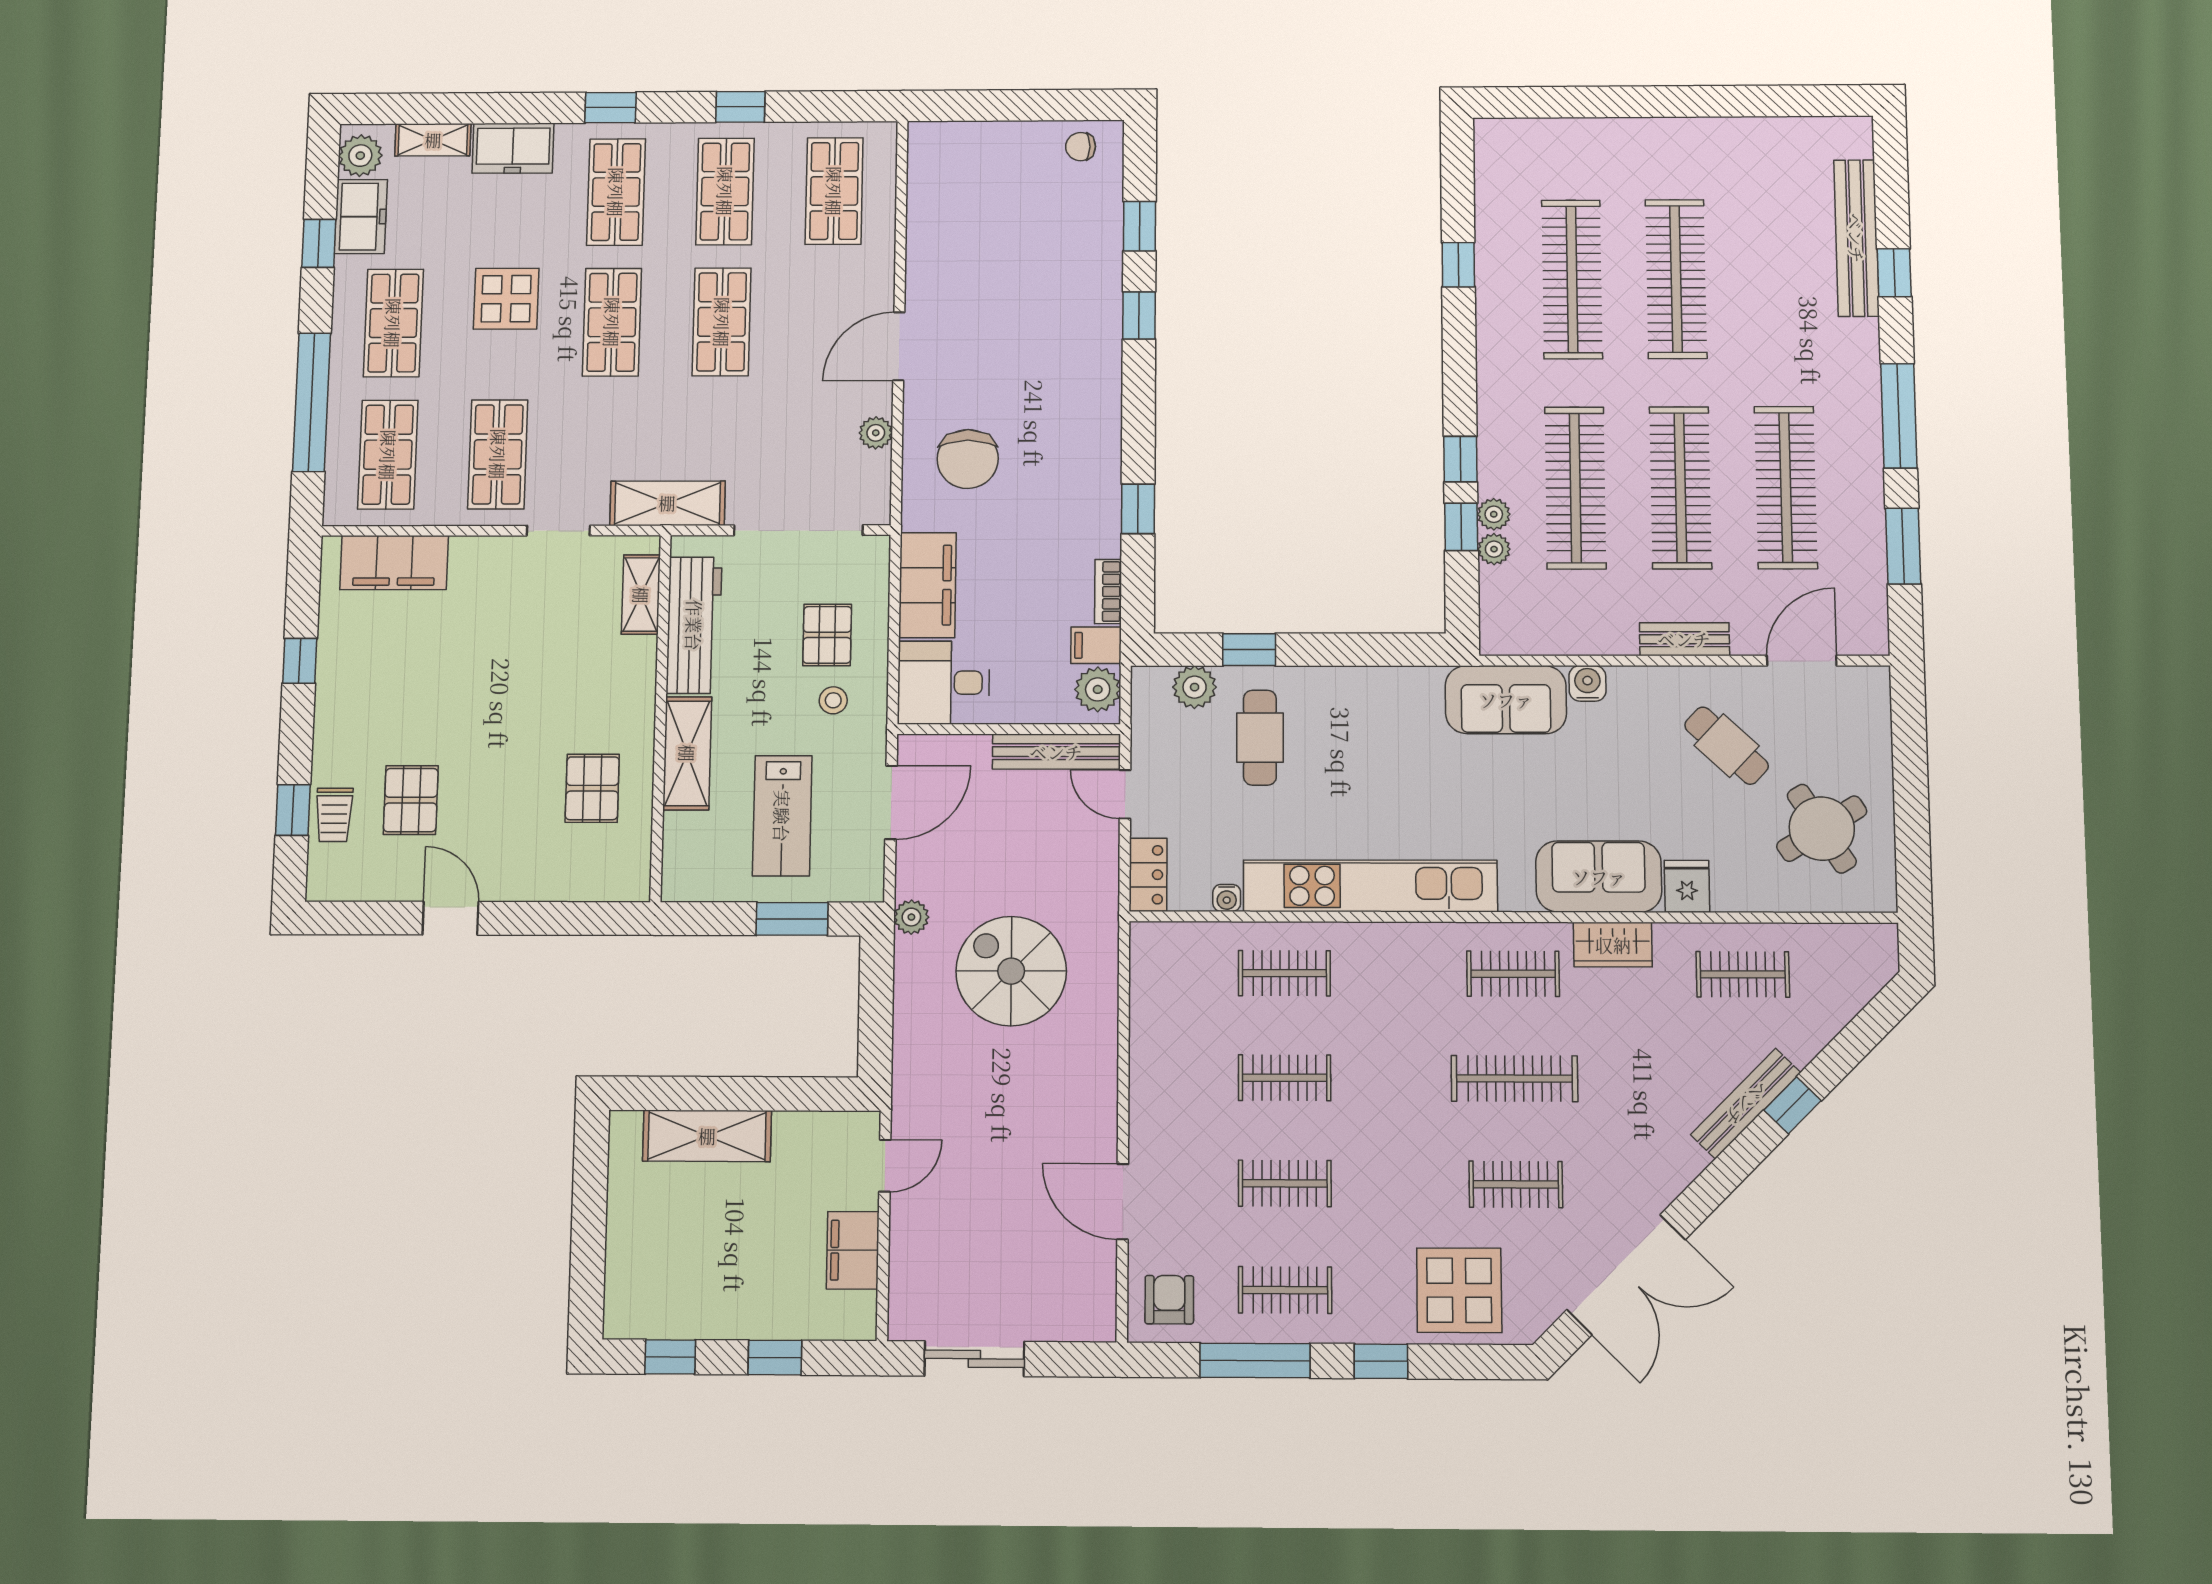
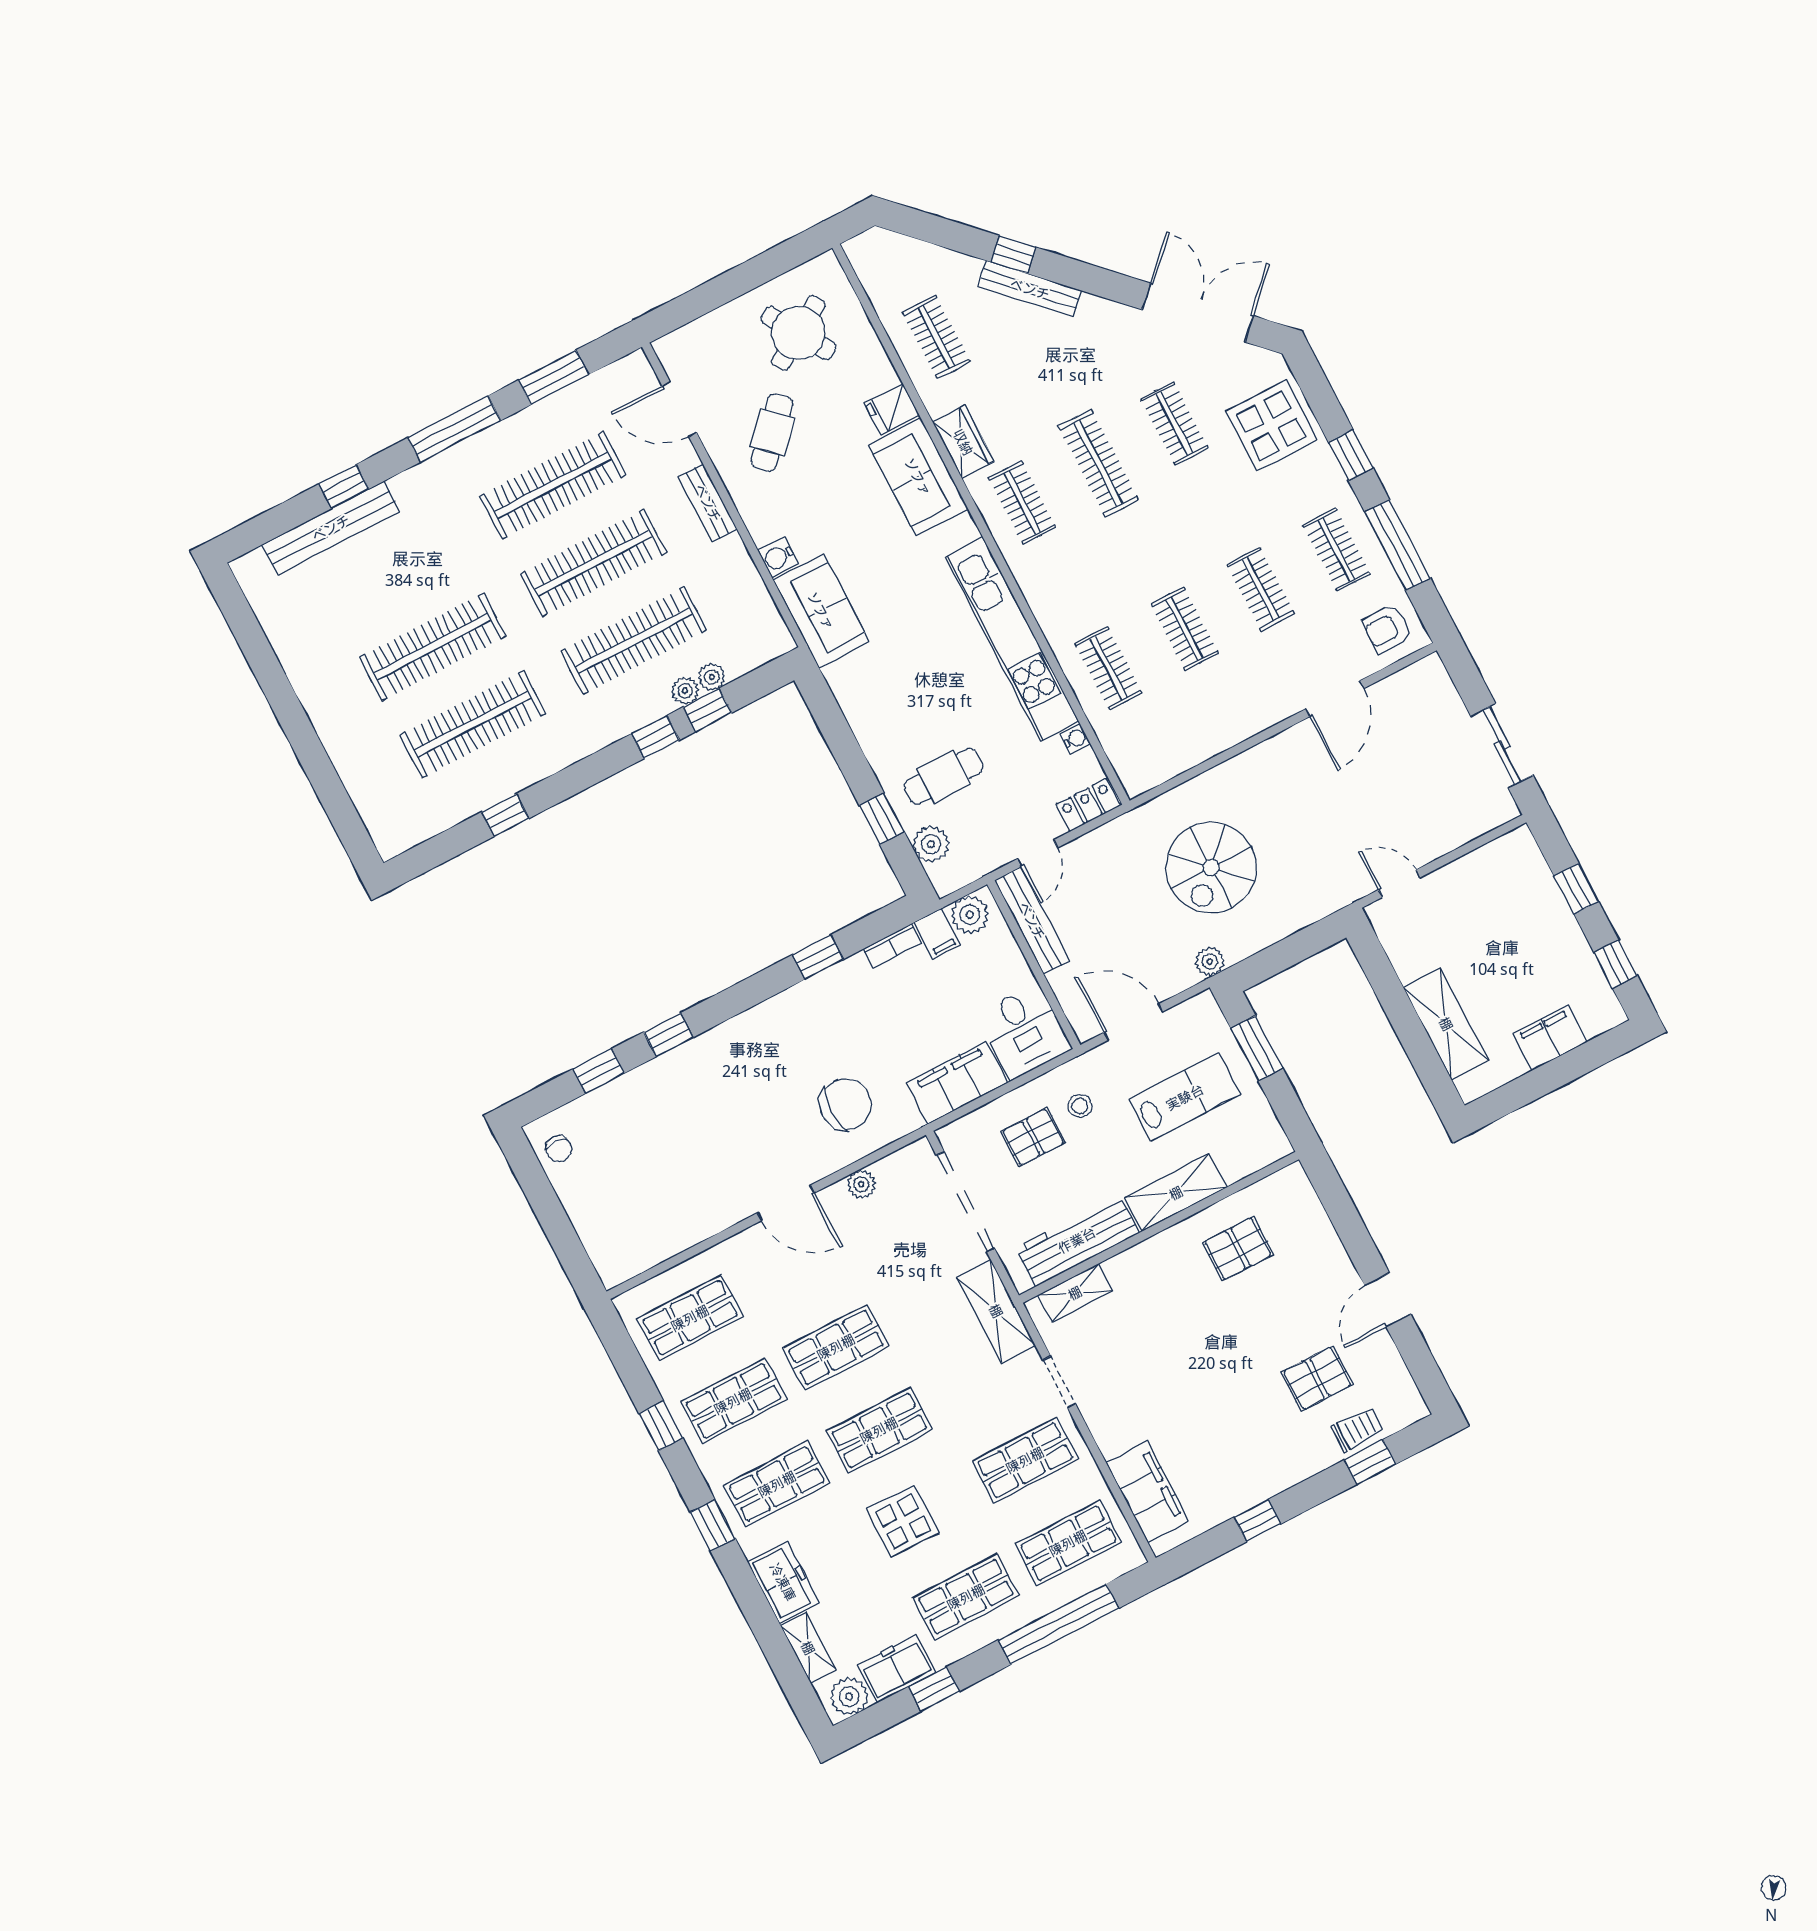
filing cabinet: (853, 1250) -> (1550, 1038), moved, turned 180

